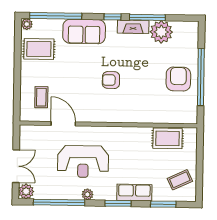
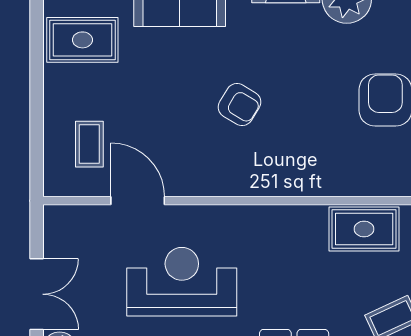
armchair: (111, 80) -> (240, 105), turned -149
reception desk: (83, 161) -> (182, 282), turned 180

